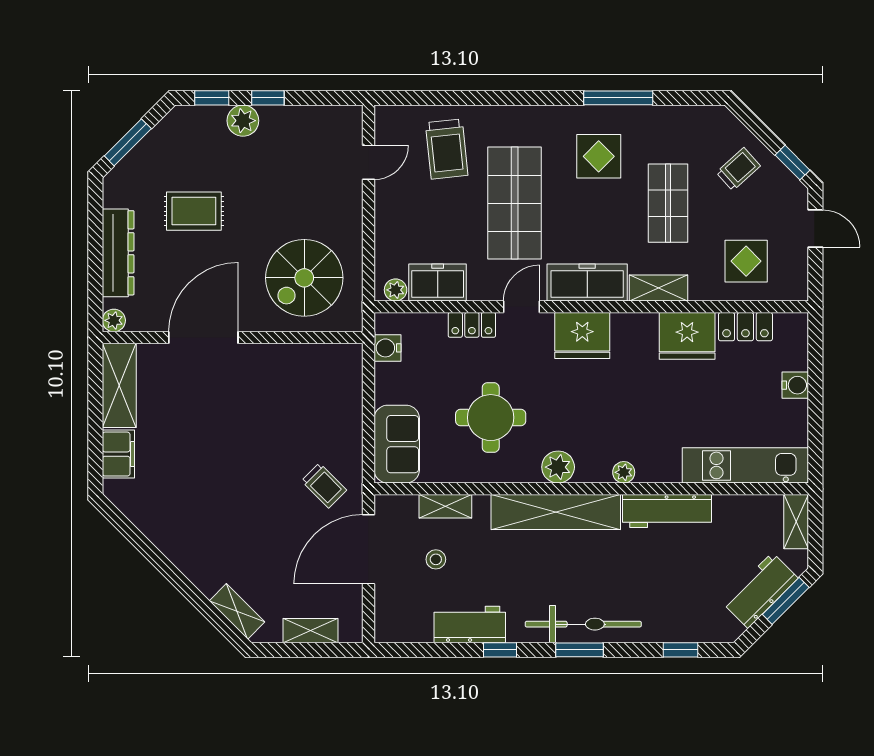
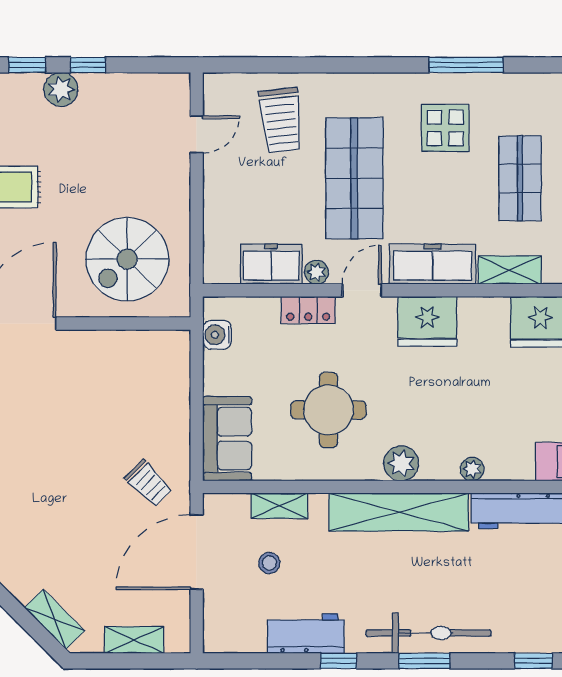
plant: (396, 290) -> (316, 272), moved

